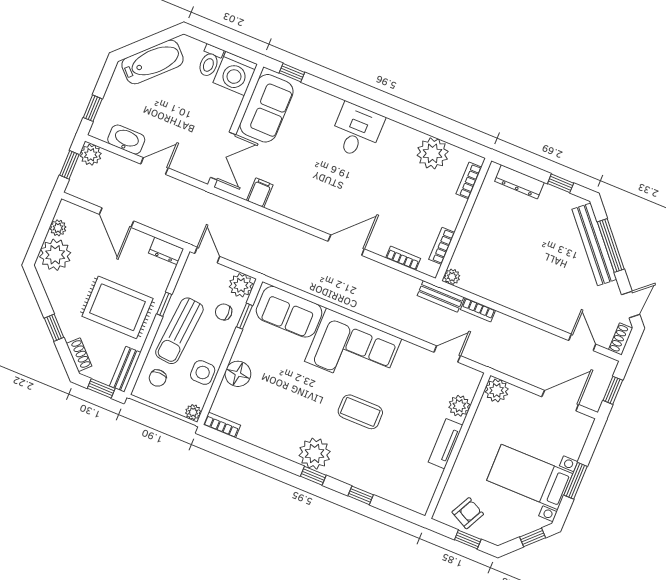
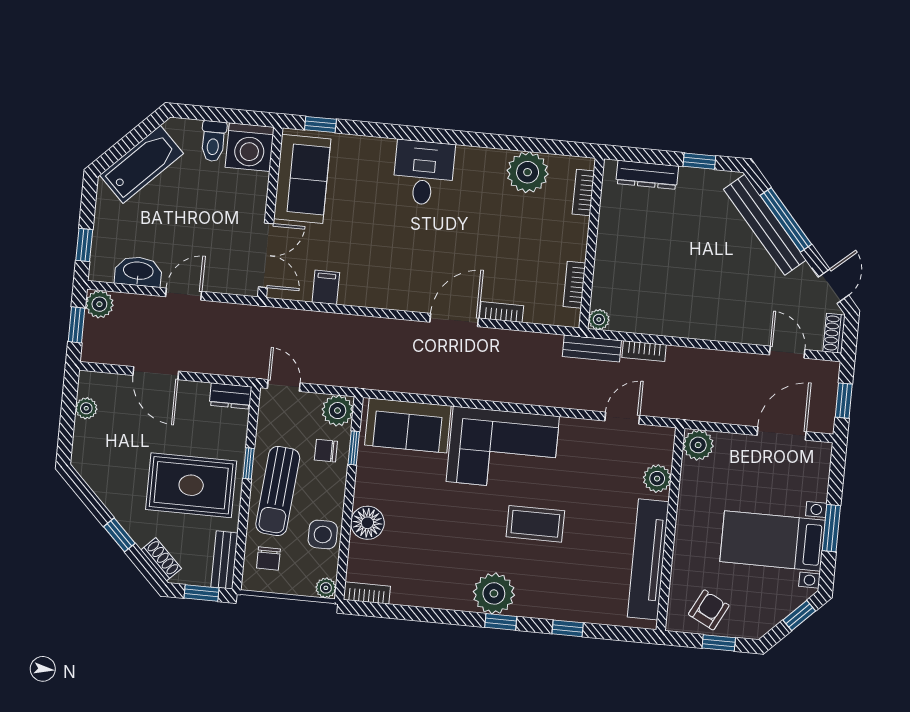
plant: (55, 255) -> (93, 443), removed
bookcase: (403, 258) -> (502, 312), moved
tv unit: (445, 444) -> (648, 559), width x1.92, depth x1.29

